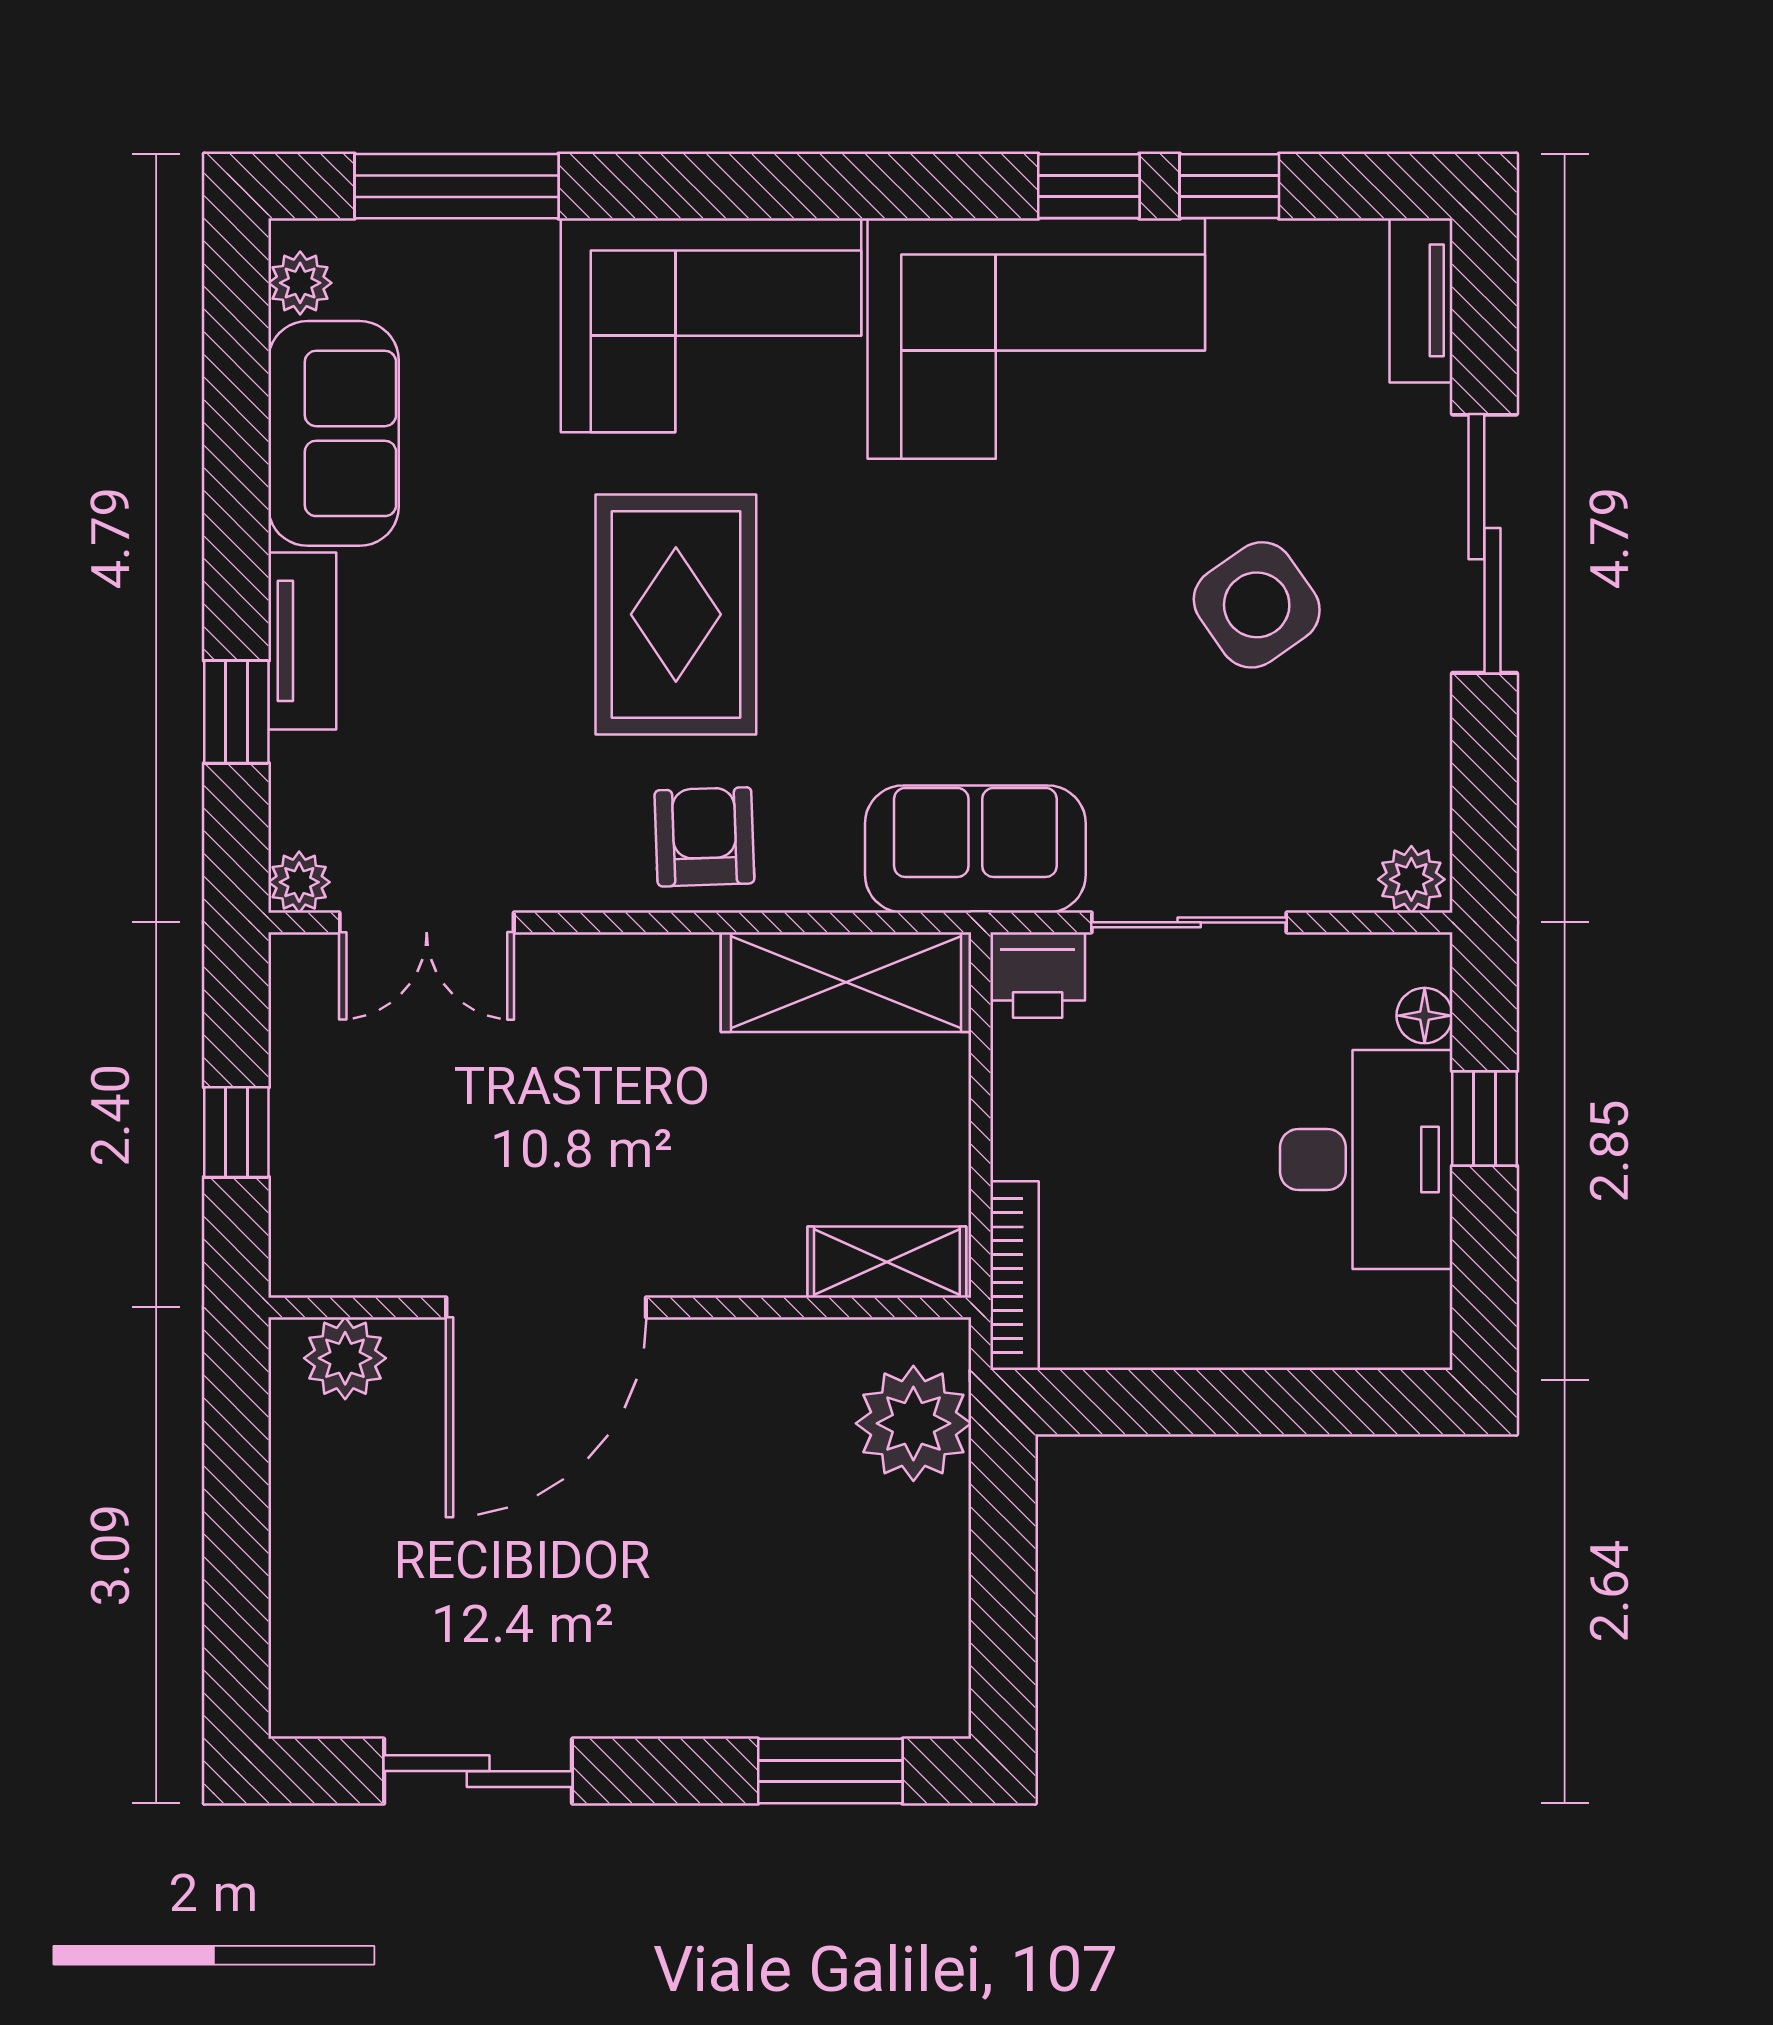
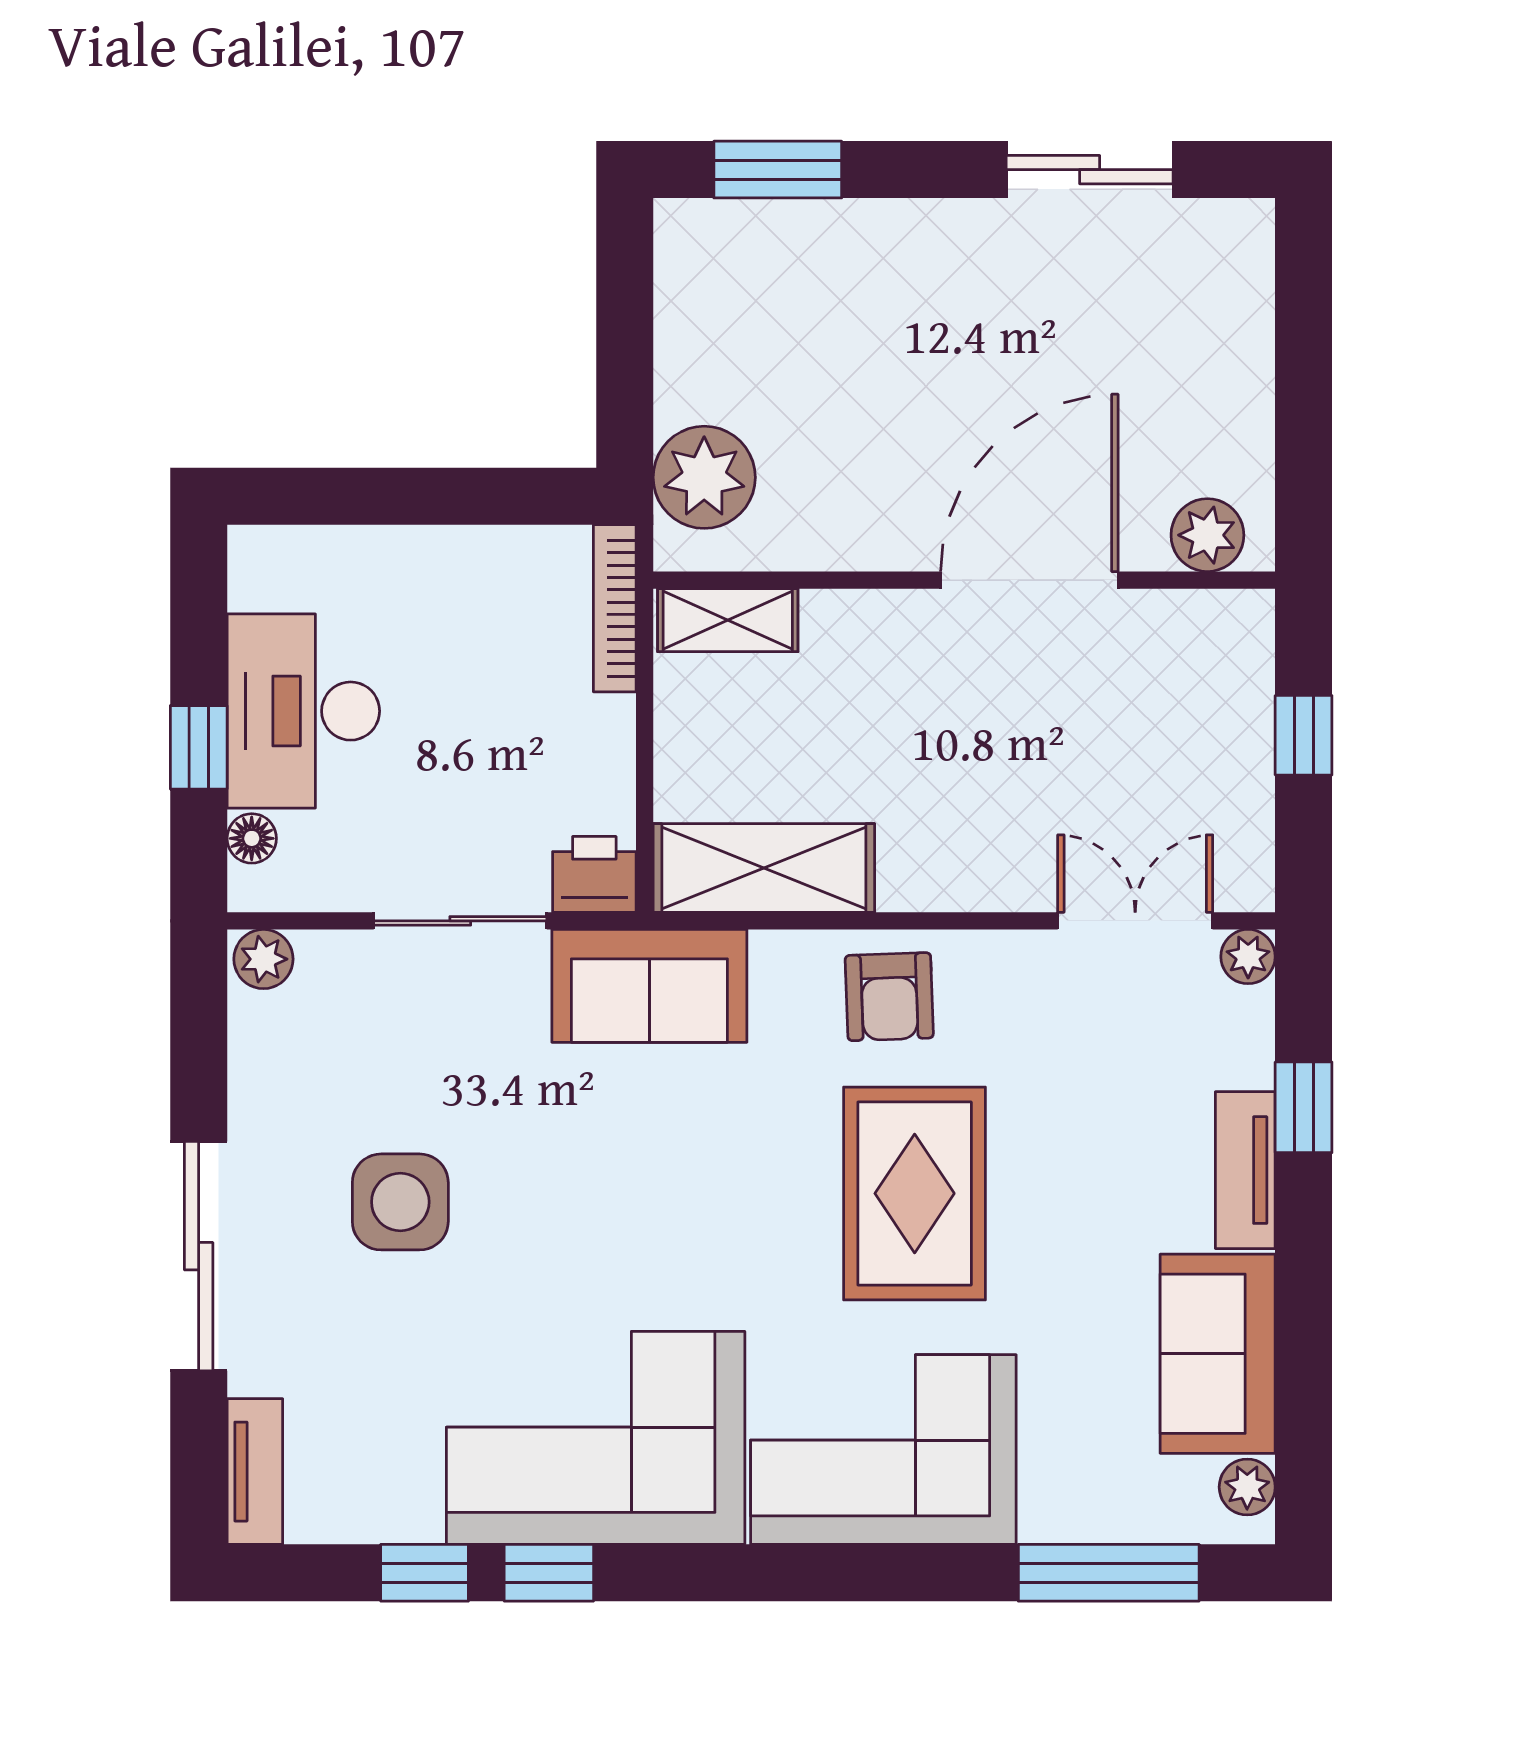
side table: (1257, 605) -> (400, 1202), turned 35

